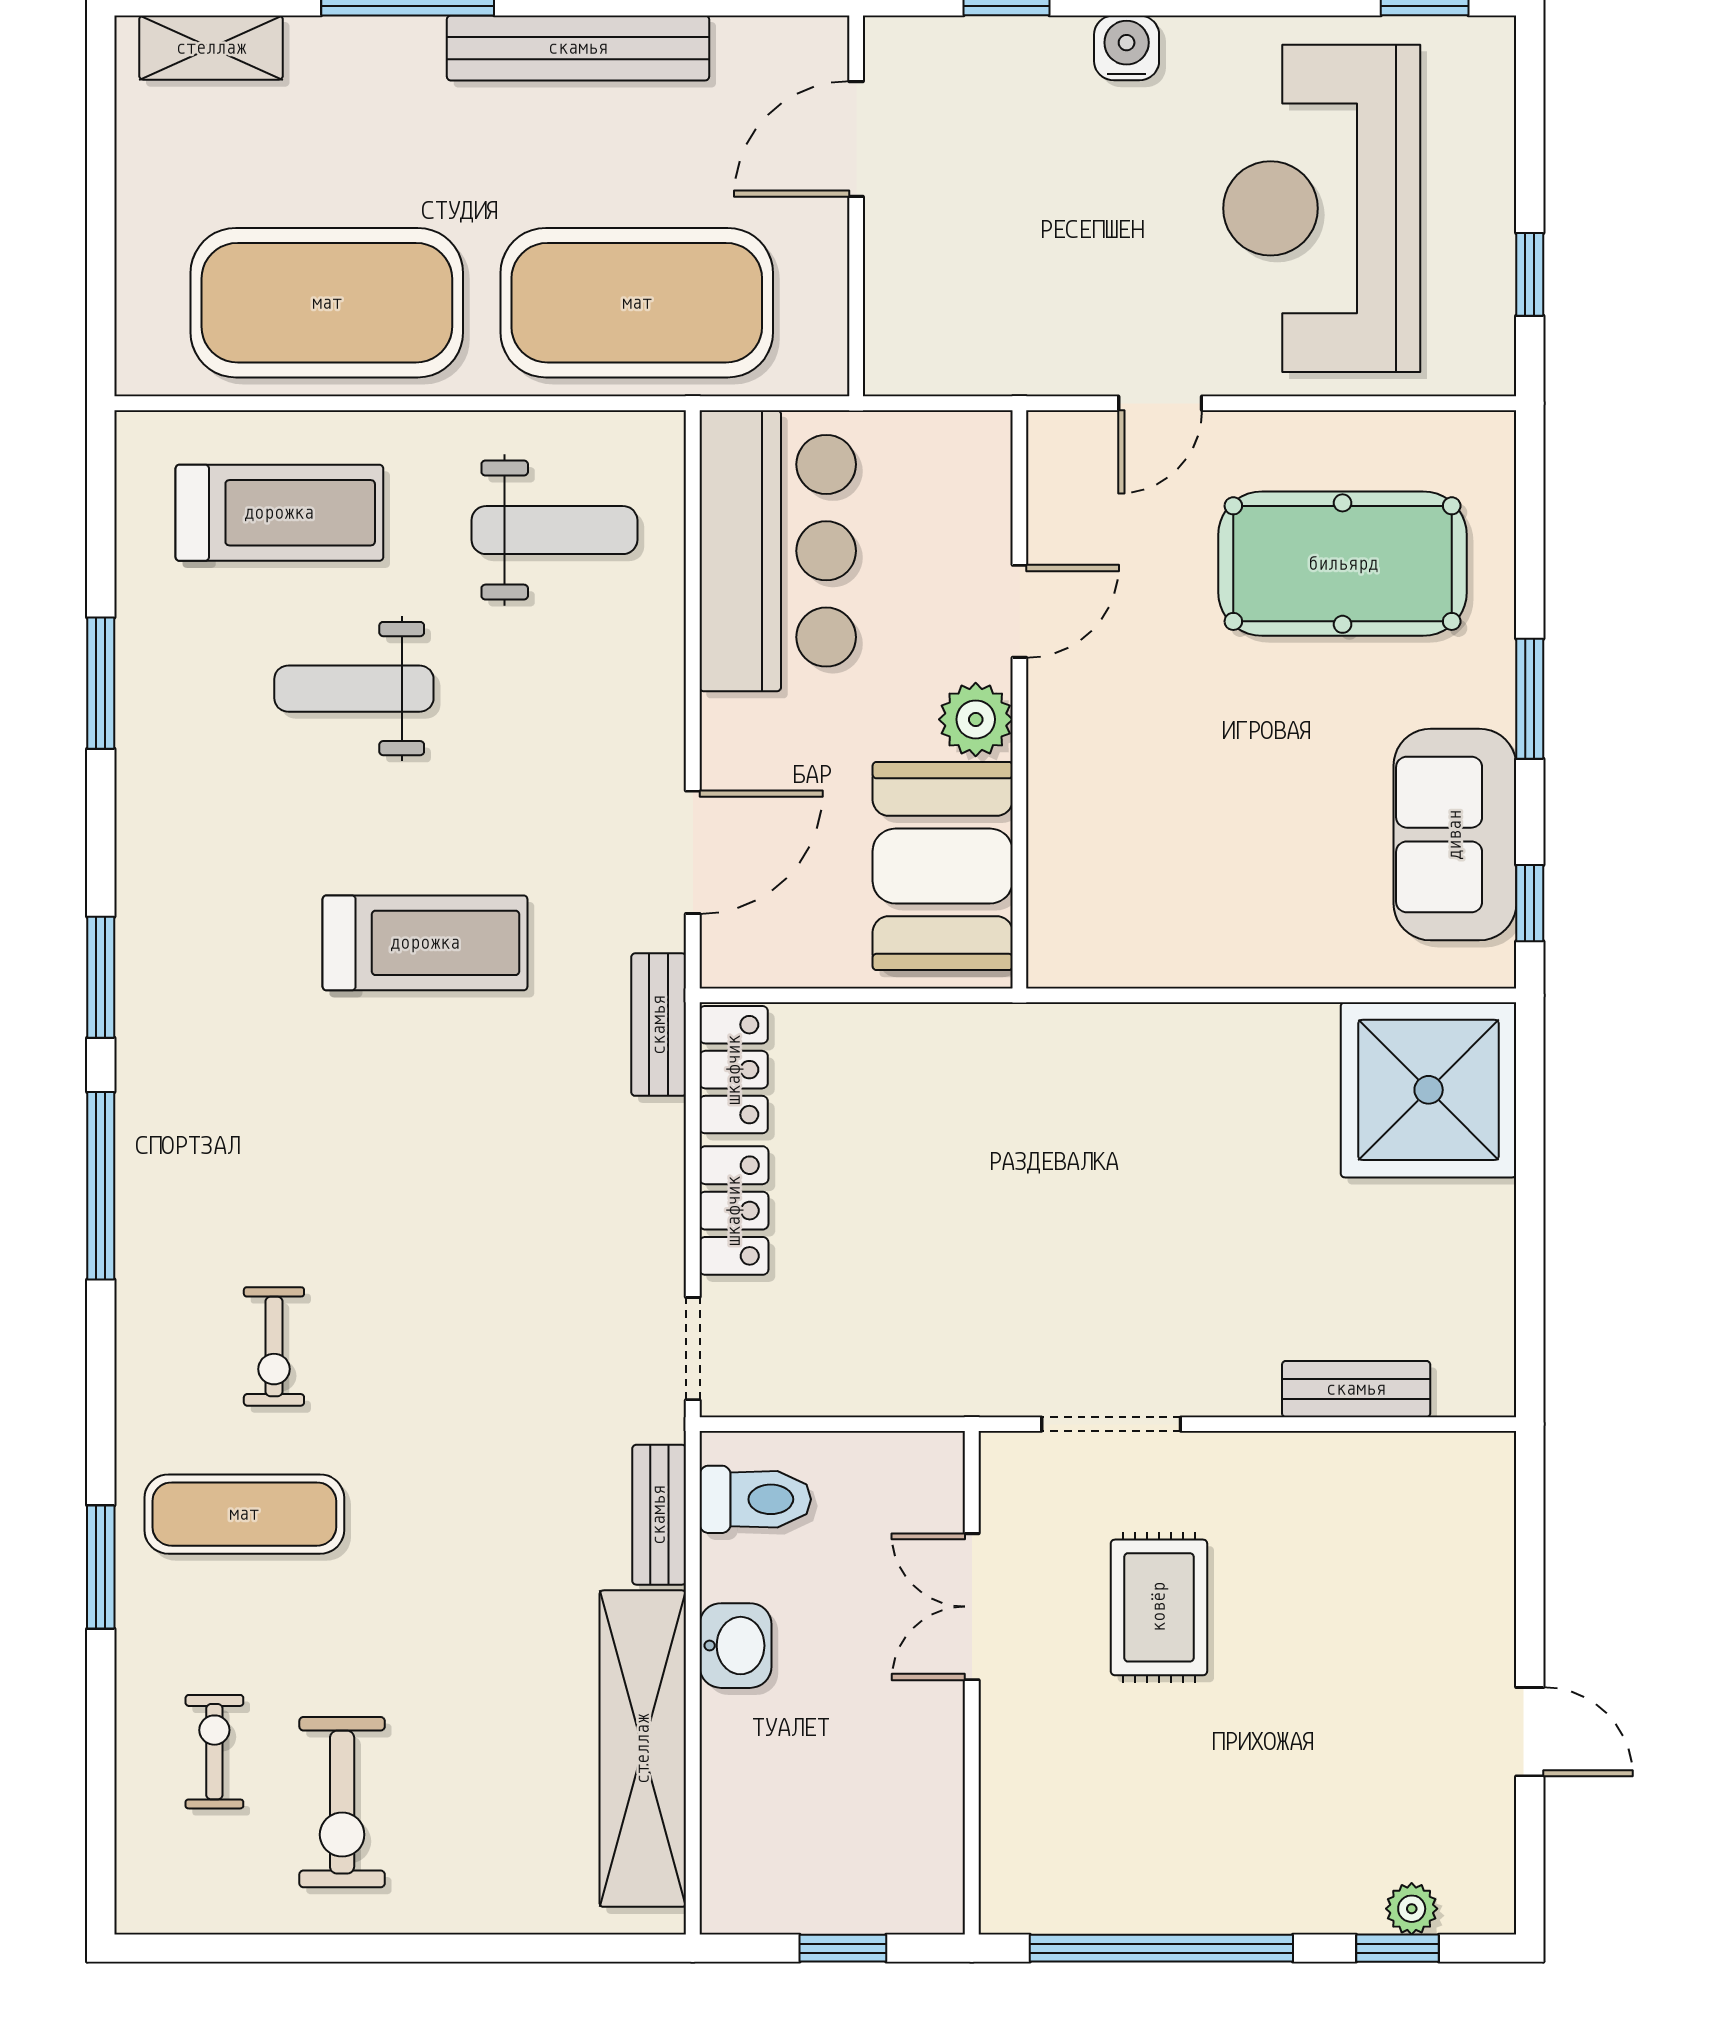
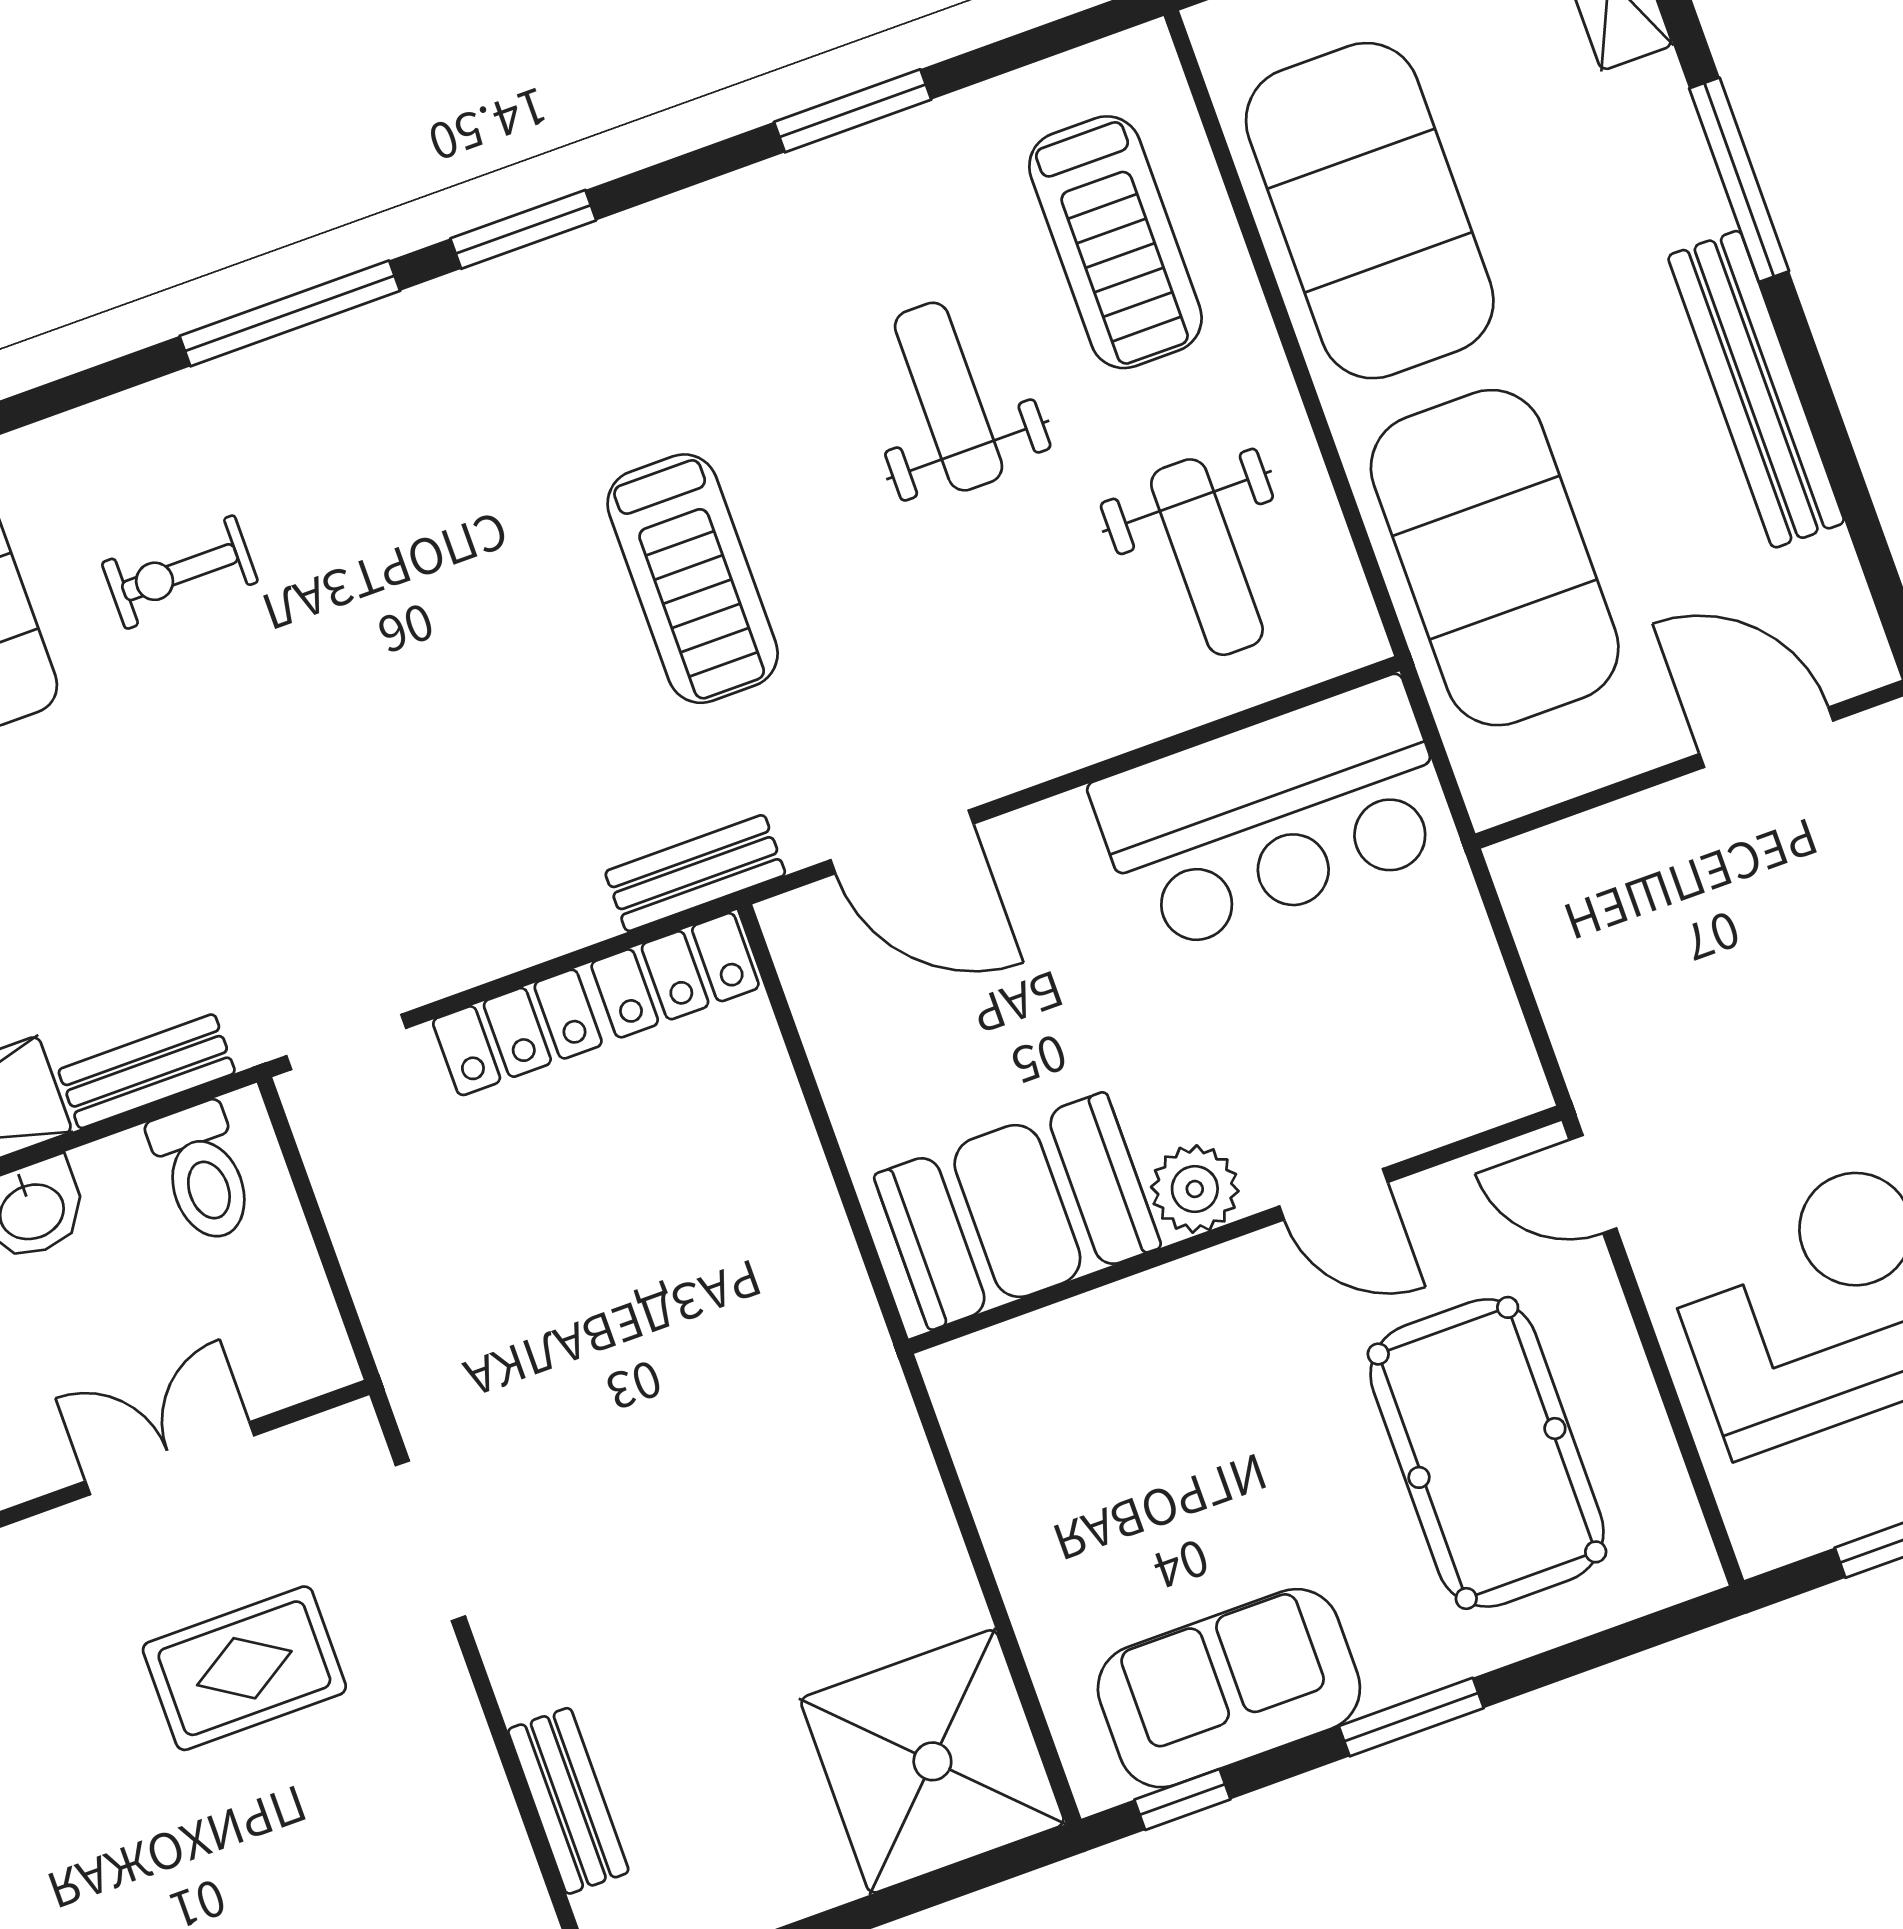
door: (1019, 611) -> (1334, 1194), moved
wall: (1019, 699) -> (1235, 1230), moved
plant: (976, 719) -> (1195, 1189), moved
booth: (943, 866) -> (1017, 1211), moved

